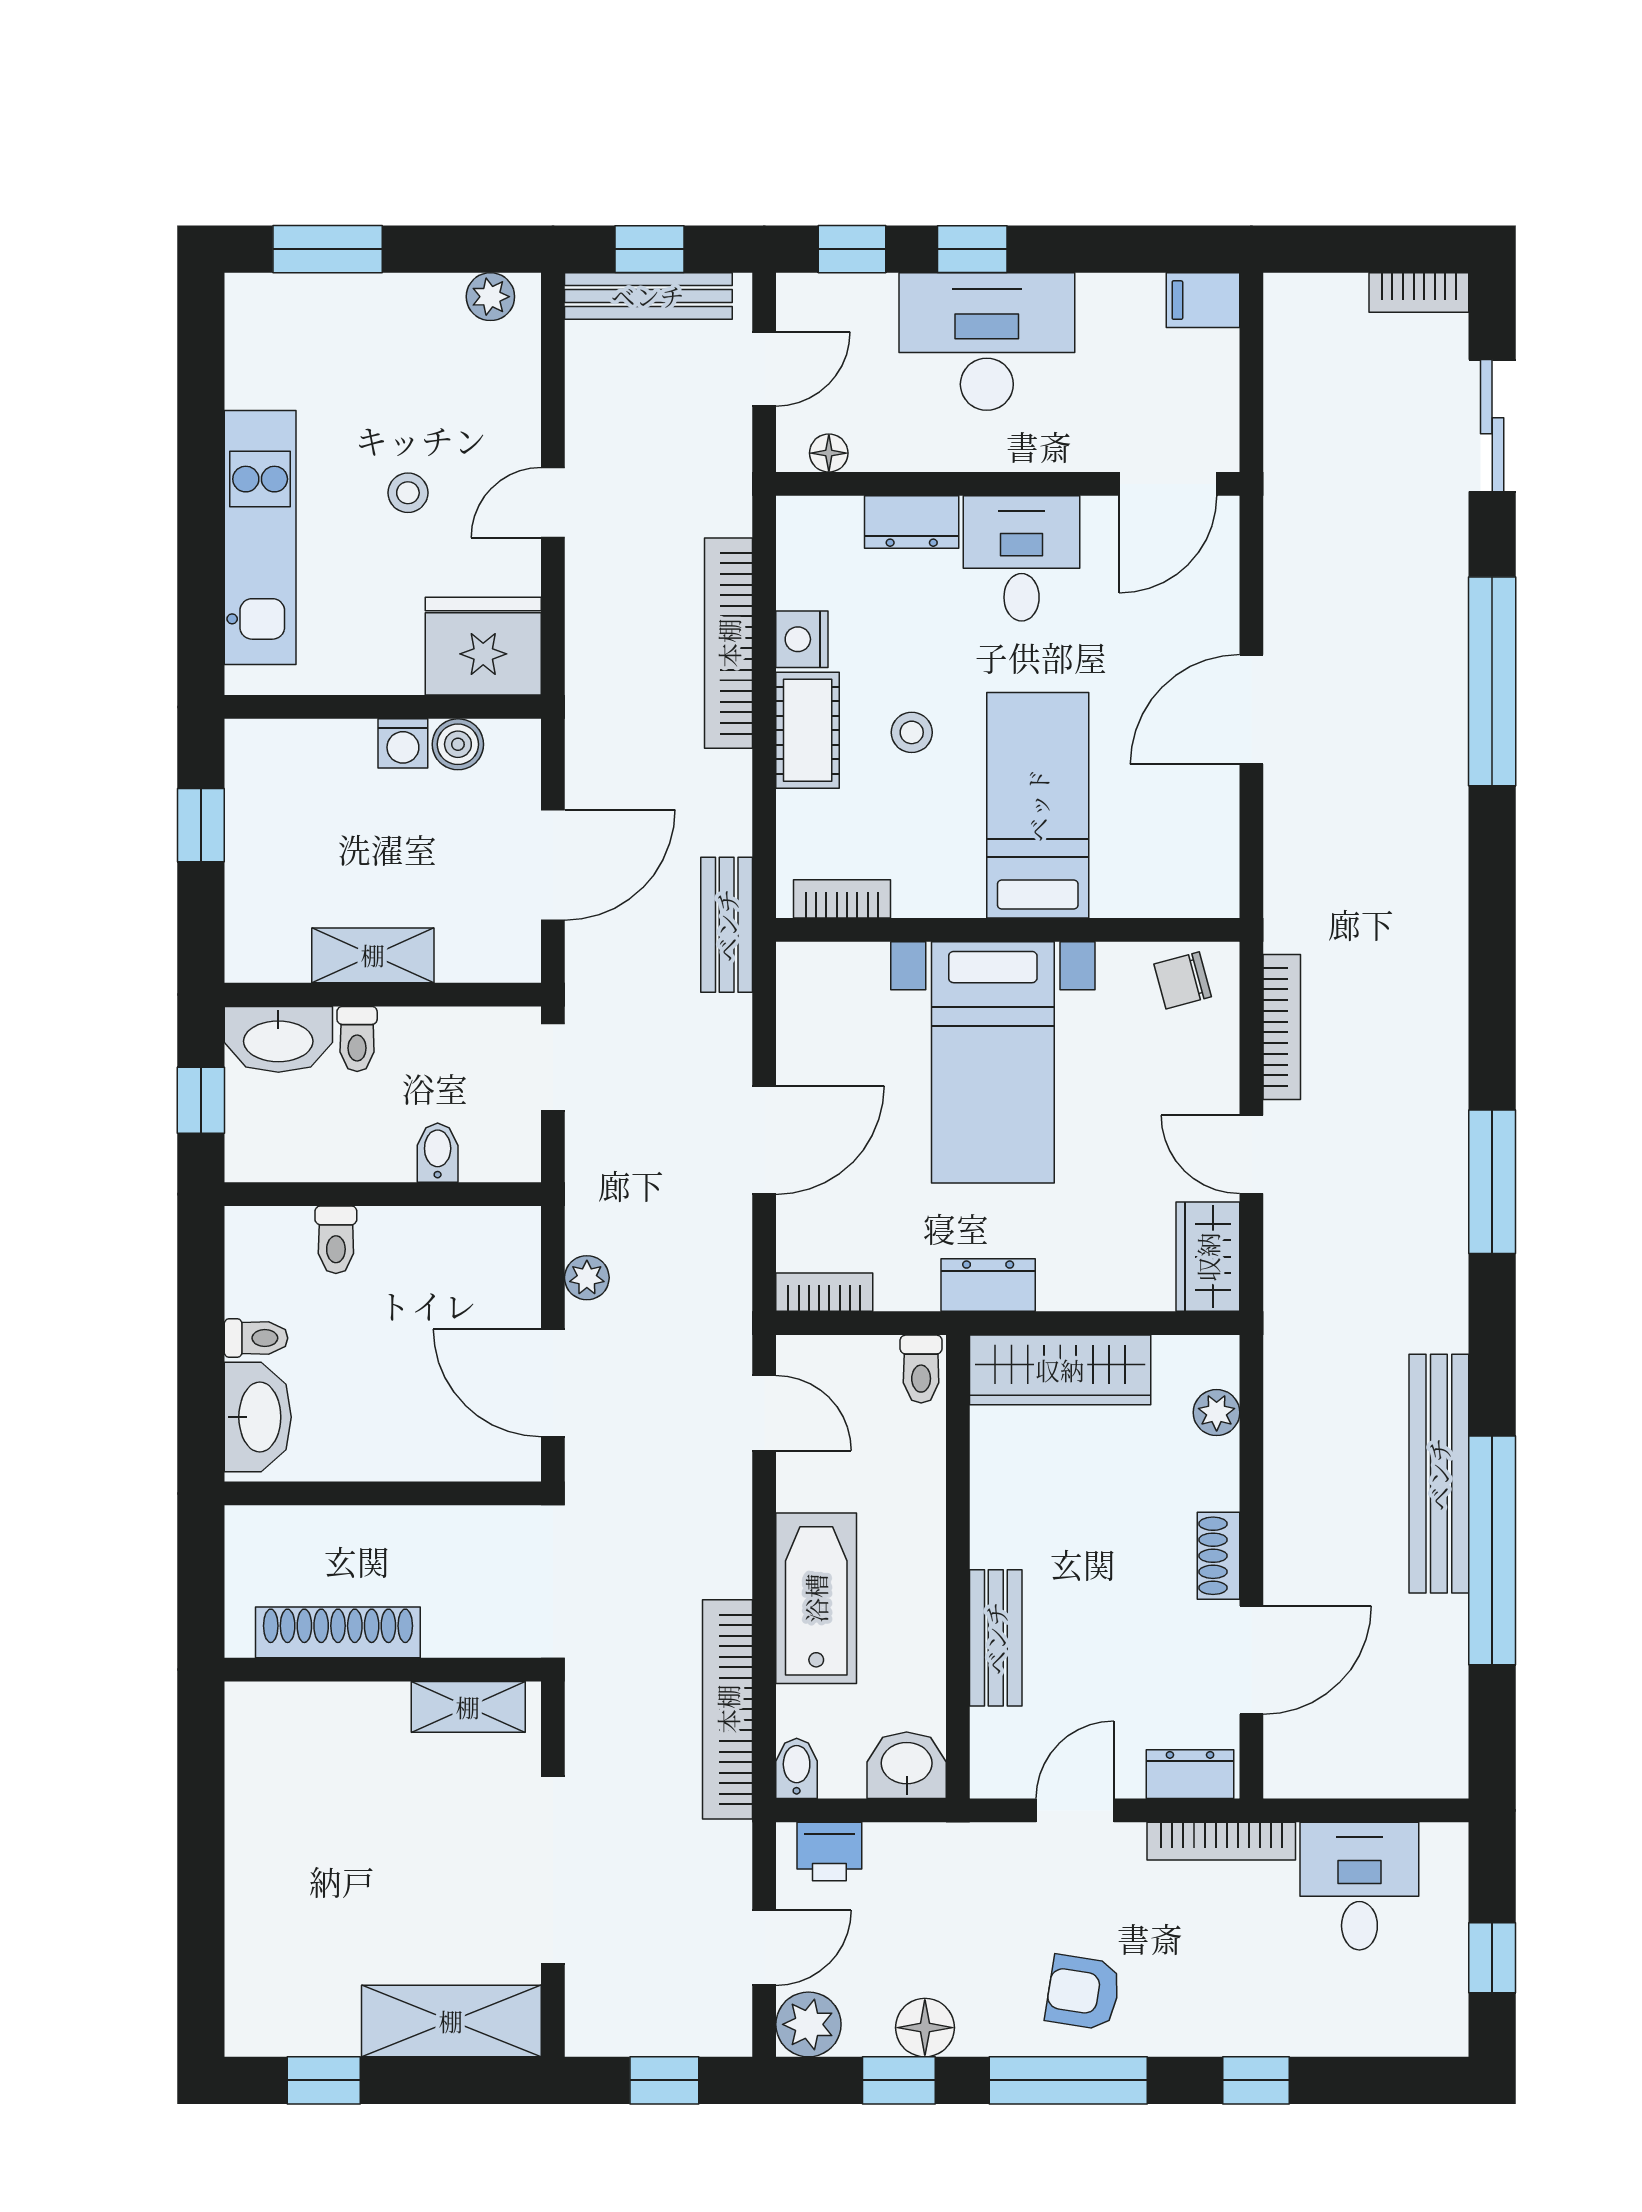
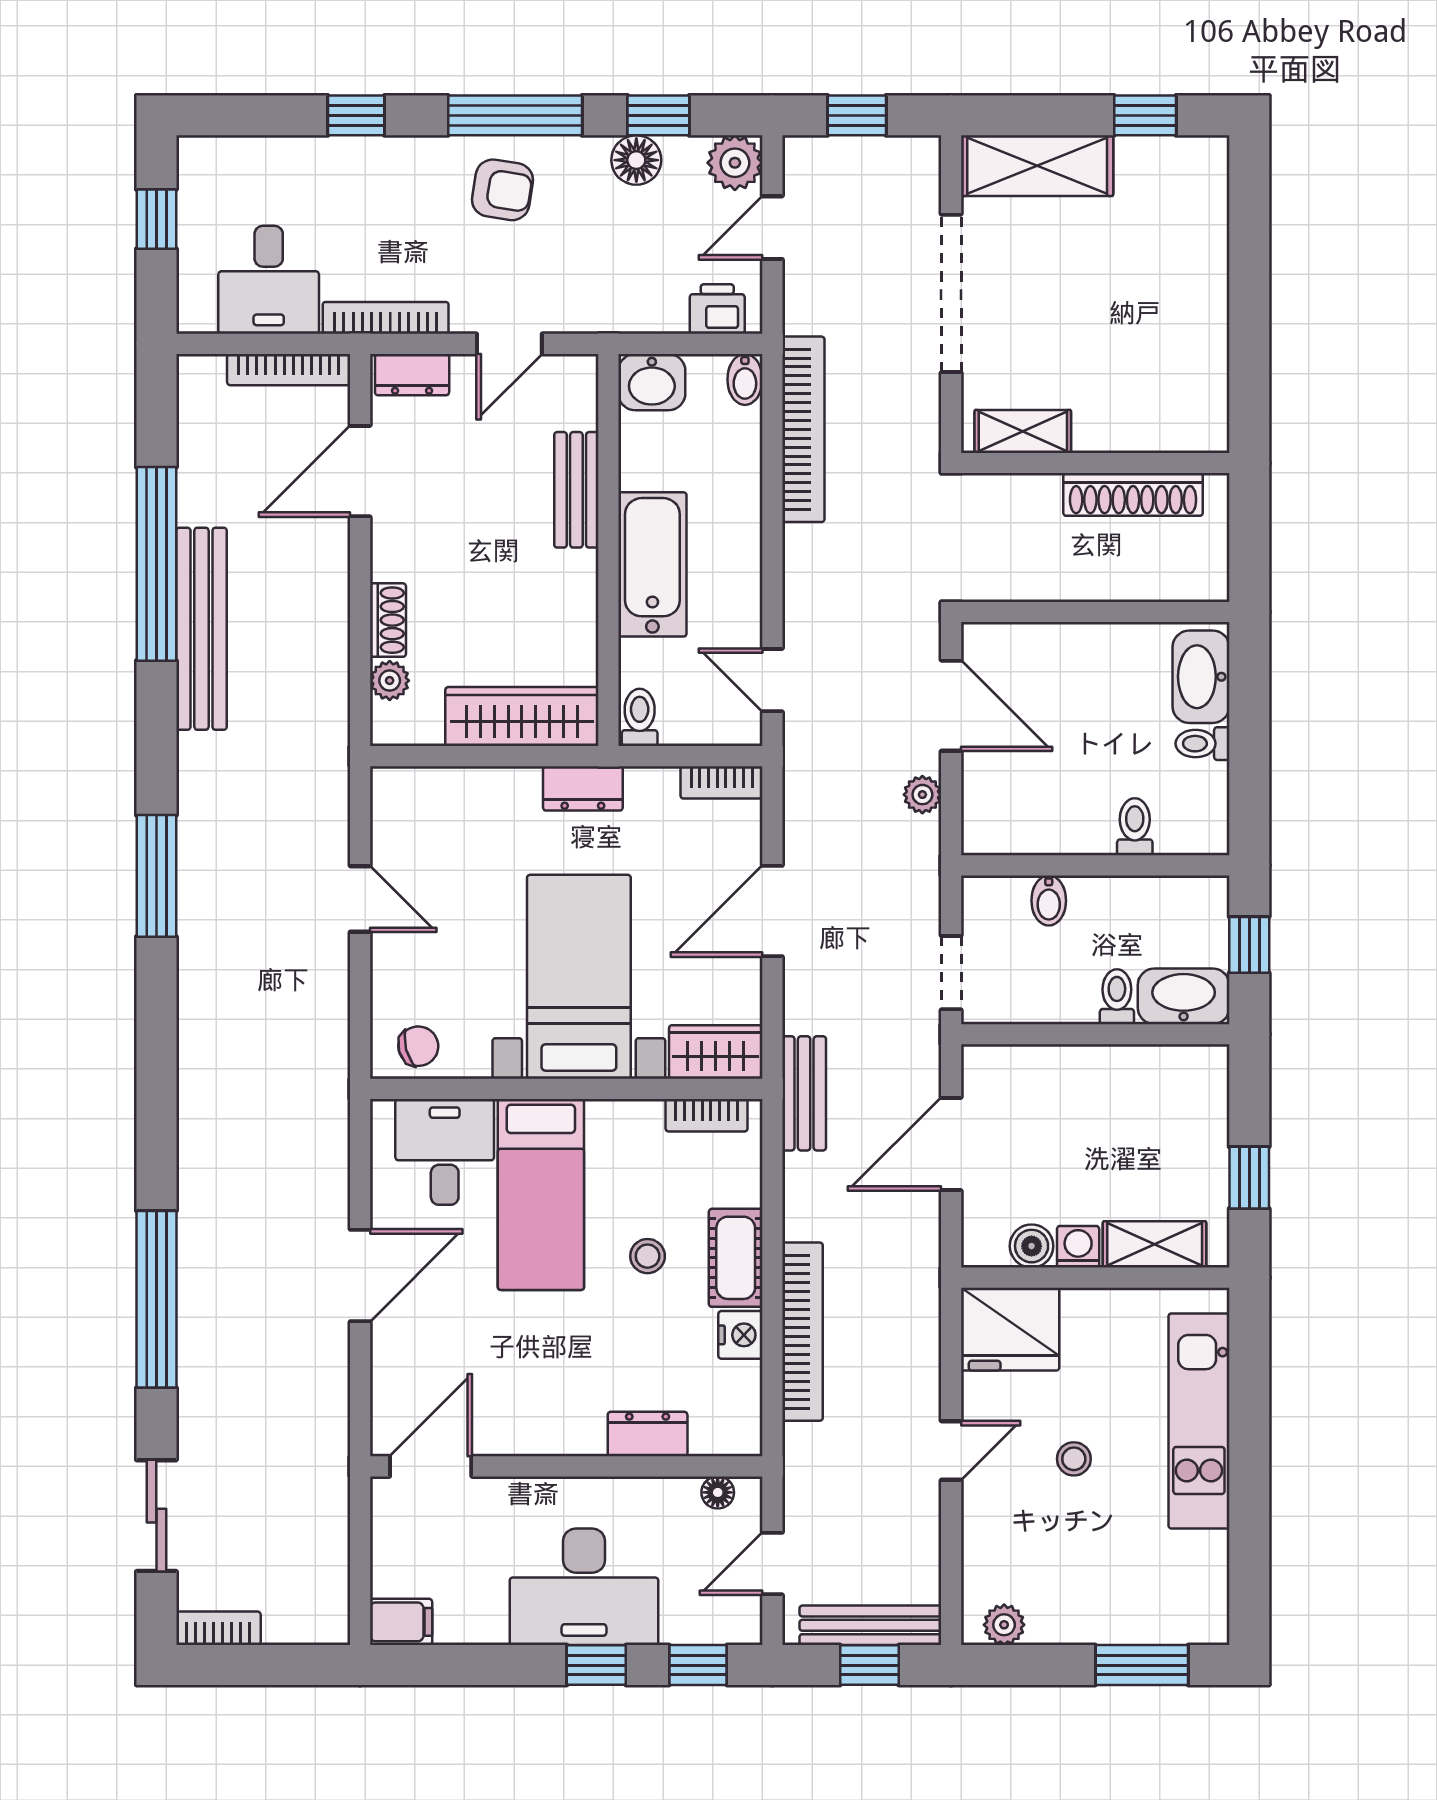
desk: (1022, 558) -> (445, 1152), moved, turned 180
shelving: (373, 955) -> (1155, 1244), moved
bookcase: (1282, 1027) -> (289, 370), moved, turned -90
wardrobe: (1208, 1257) -> (716, 1052), moved, turned -90
shoe rack: (1219, 1556) -> (388, 620), moved
bathtub: (816, 1598) -> (652, 564), moved, turned 180

